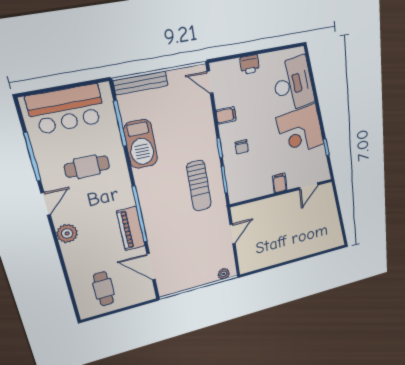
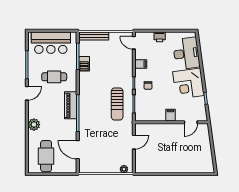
barbecue: (141, 144) -> (84, 64), width x0.53, depth x0.65
piano: (131, 229) -> (71, 105), moved
plant: (67, 233) -> (34, 125), moved
cafe table: (104, 289) -> (46, 156), width x1.37, depth x1.35

